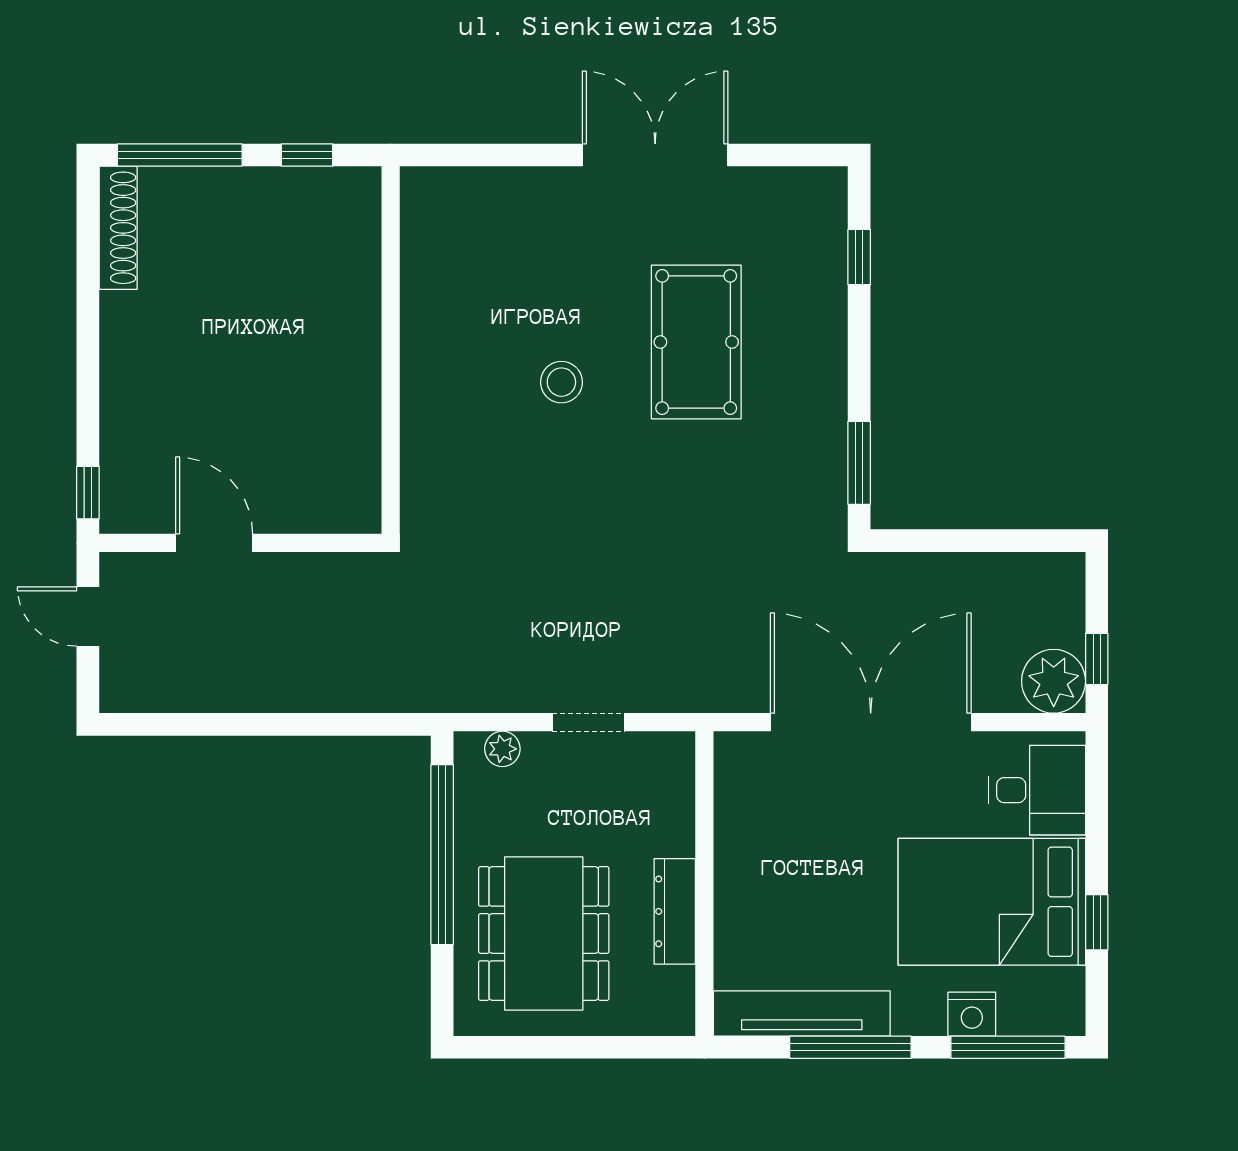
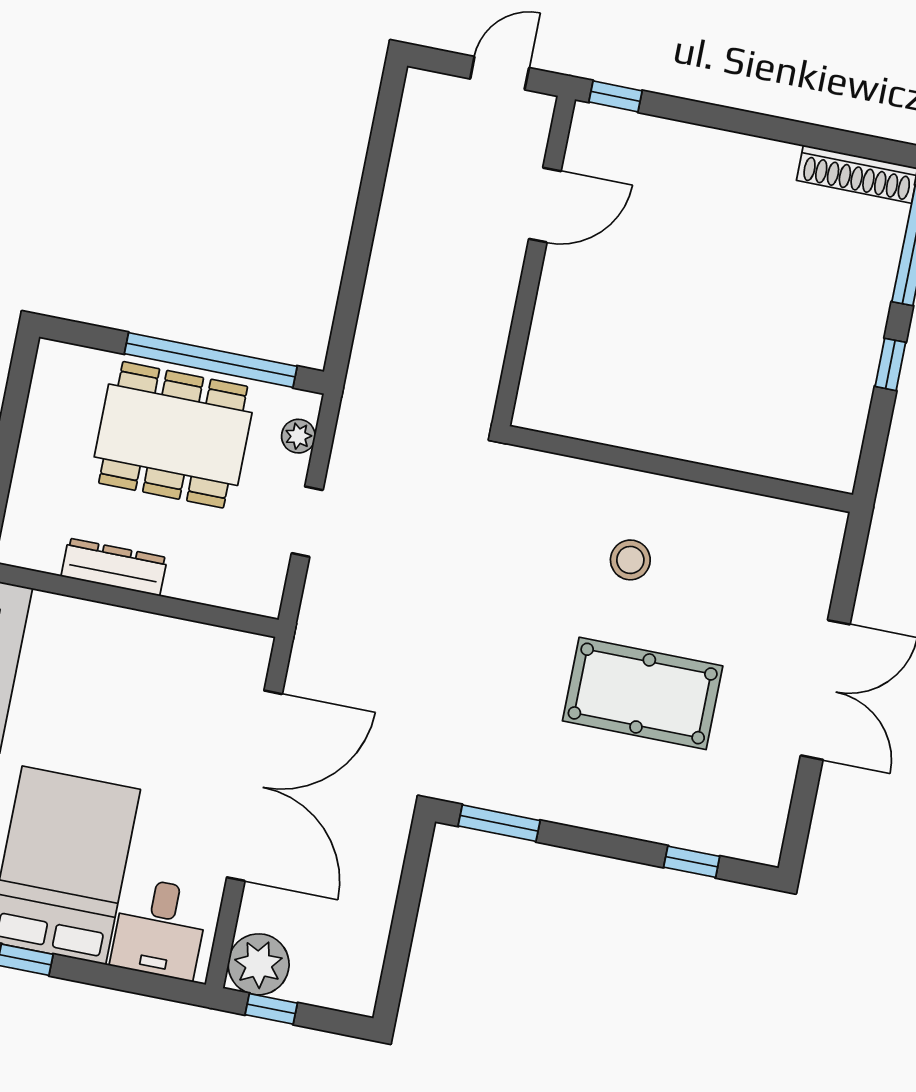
wall: (391, 350) -> (680, 469), moved
dining table: (544, 933) -> (173, 435), moved

